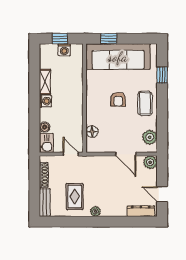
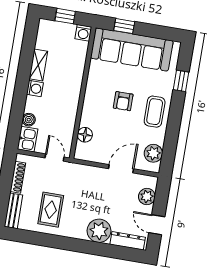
washing machine: (64, 50) -> (83, 33), moved
door: (126, 154) -> (121, 169), swing flipped
plant: (150, 162) -> (147, 197), moved
plant: (95, 211) -> (99, 231), moved, width x1.88, depth x1.88

